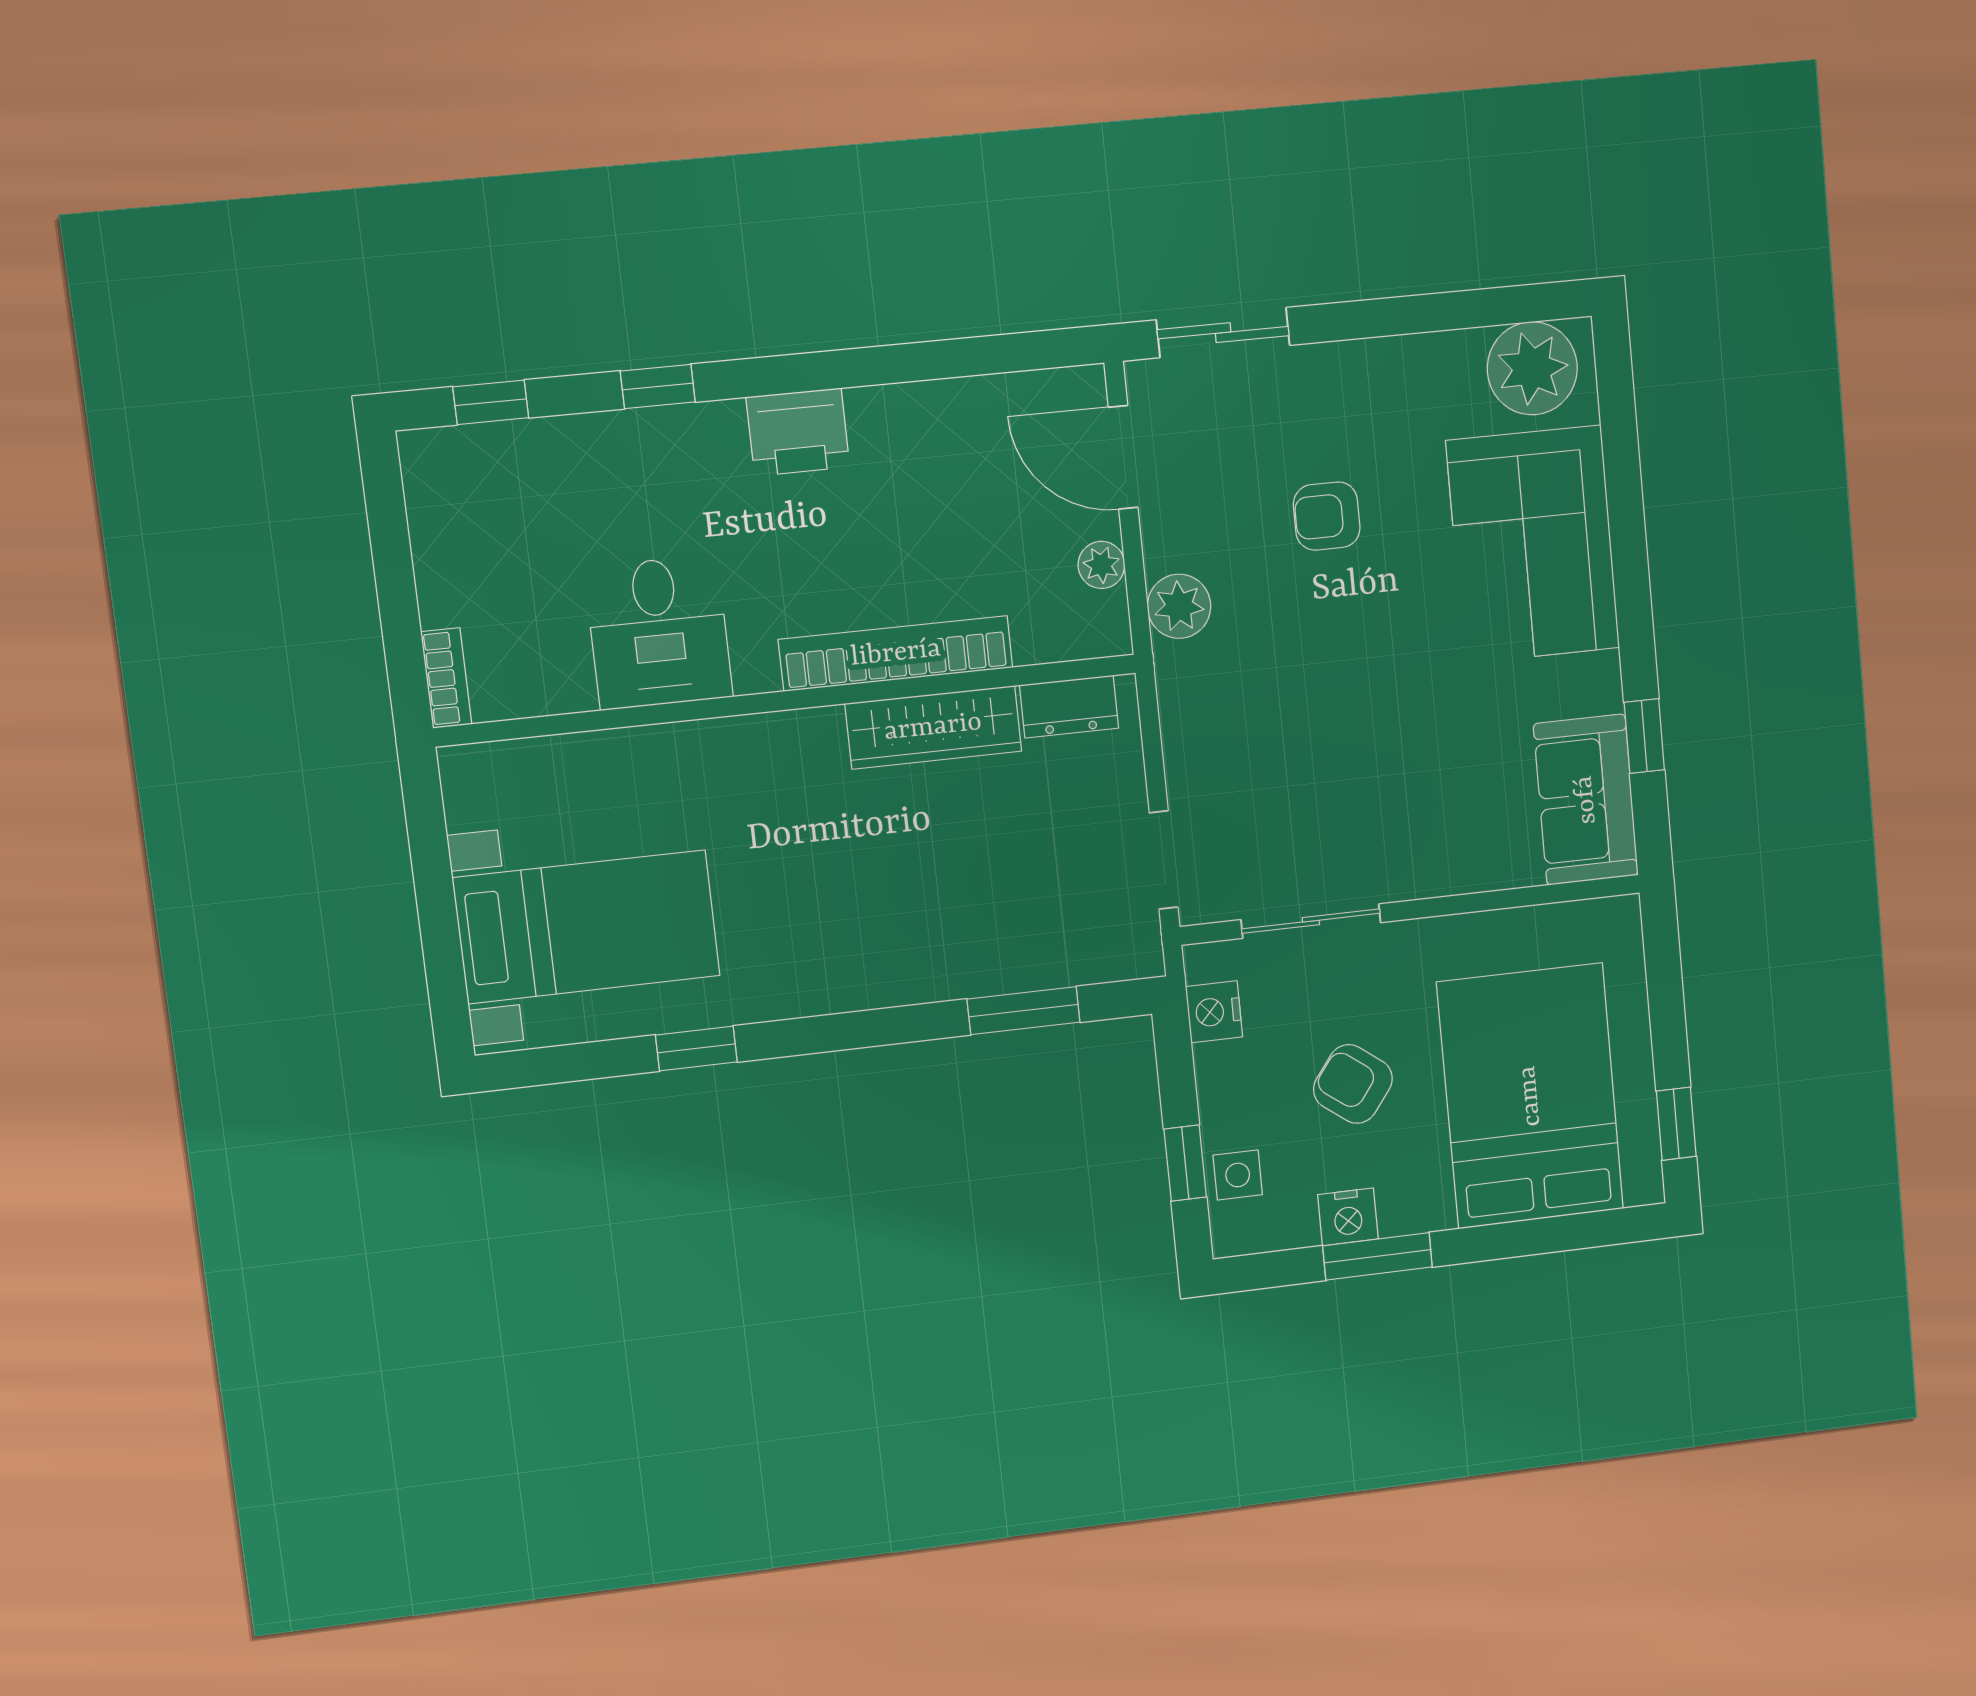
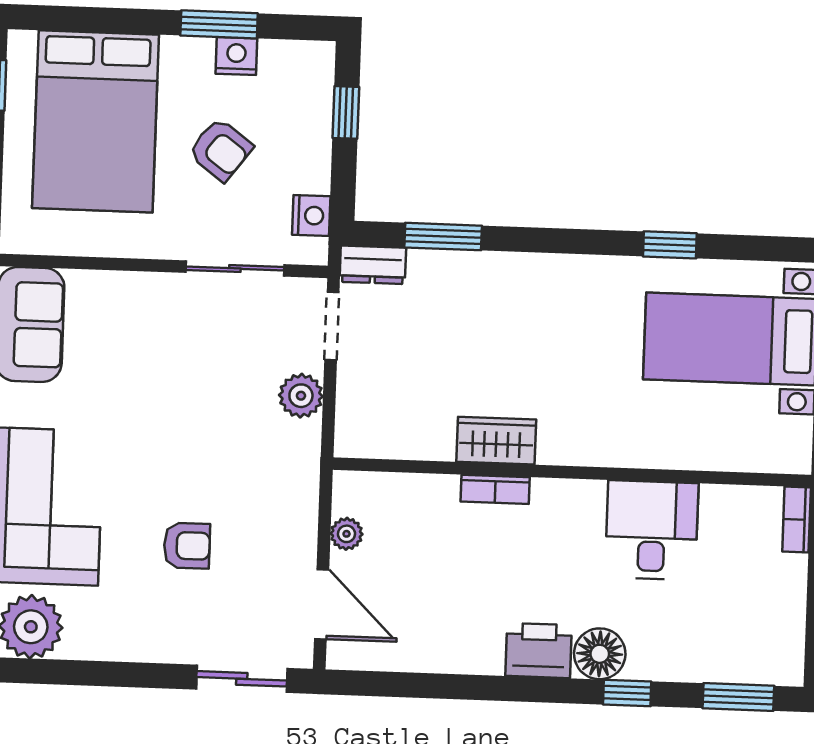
window: (491, 402) -> (738, 697), width x1.50
floor lamp: (707, 439) -> (600, 654), added
plant: (1179, 606) -> (301, 396), moved
bookcase: (896, 653) -> (495, 489), width x0.43, depth x0.76
dresser: (1069, 707) -> (373, 265), moved, turned 180
wardrobe: (933, 727) -> (496, 441), width x0.67
side table: (1238, 1175) -> (310, 98), removed

